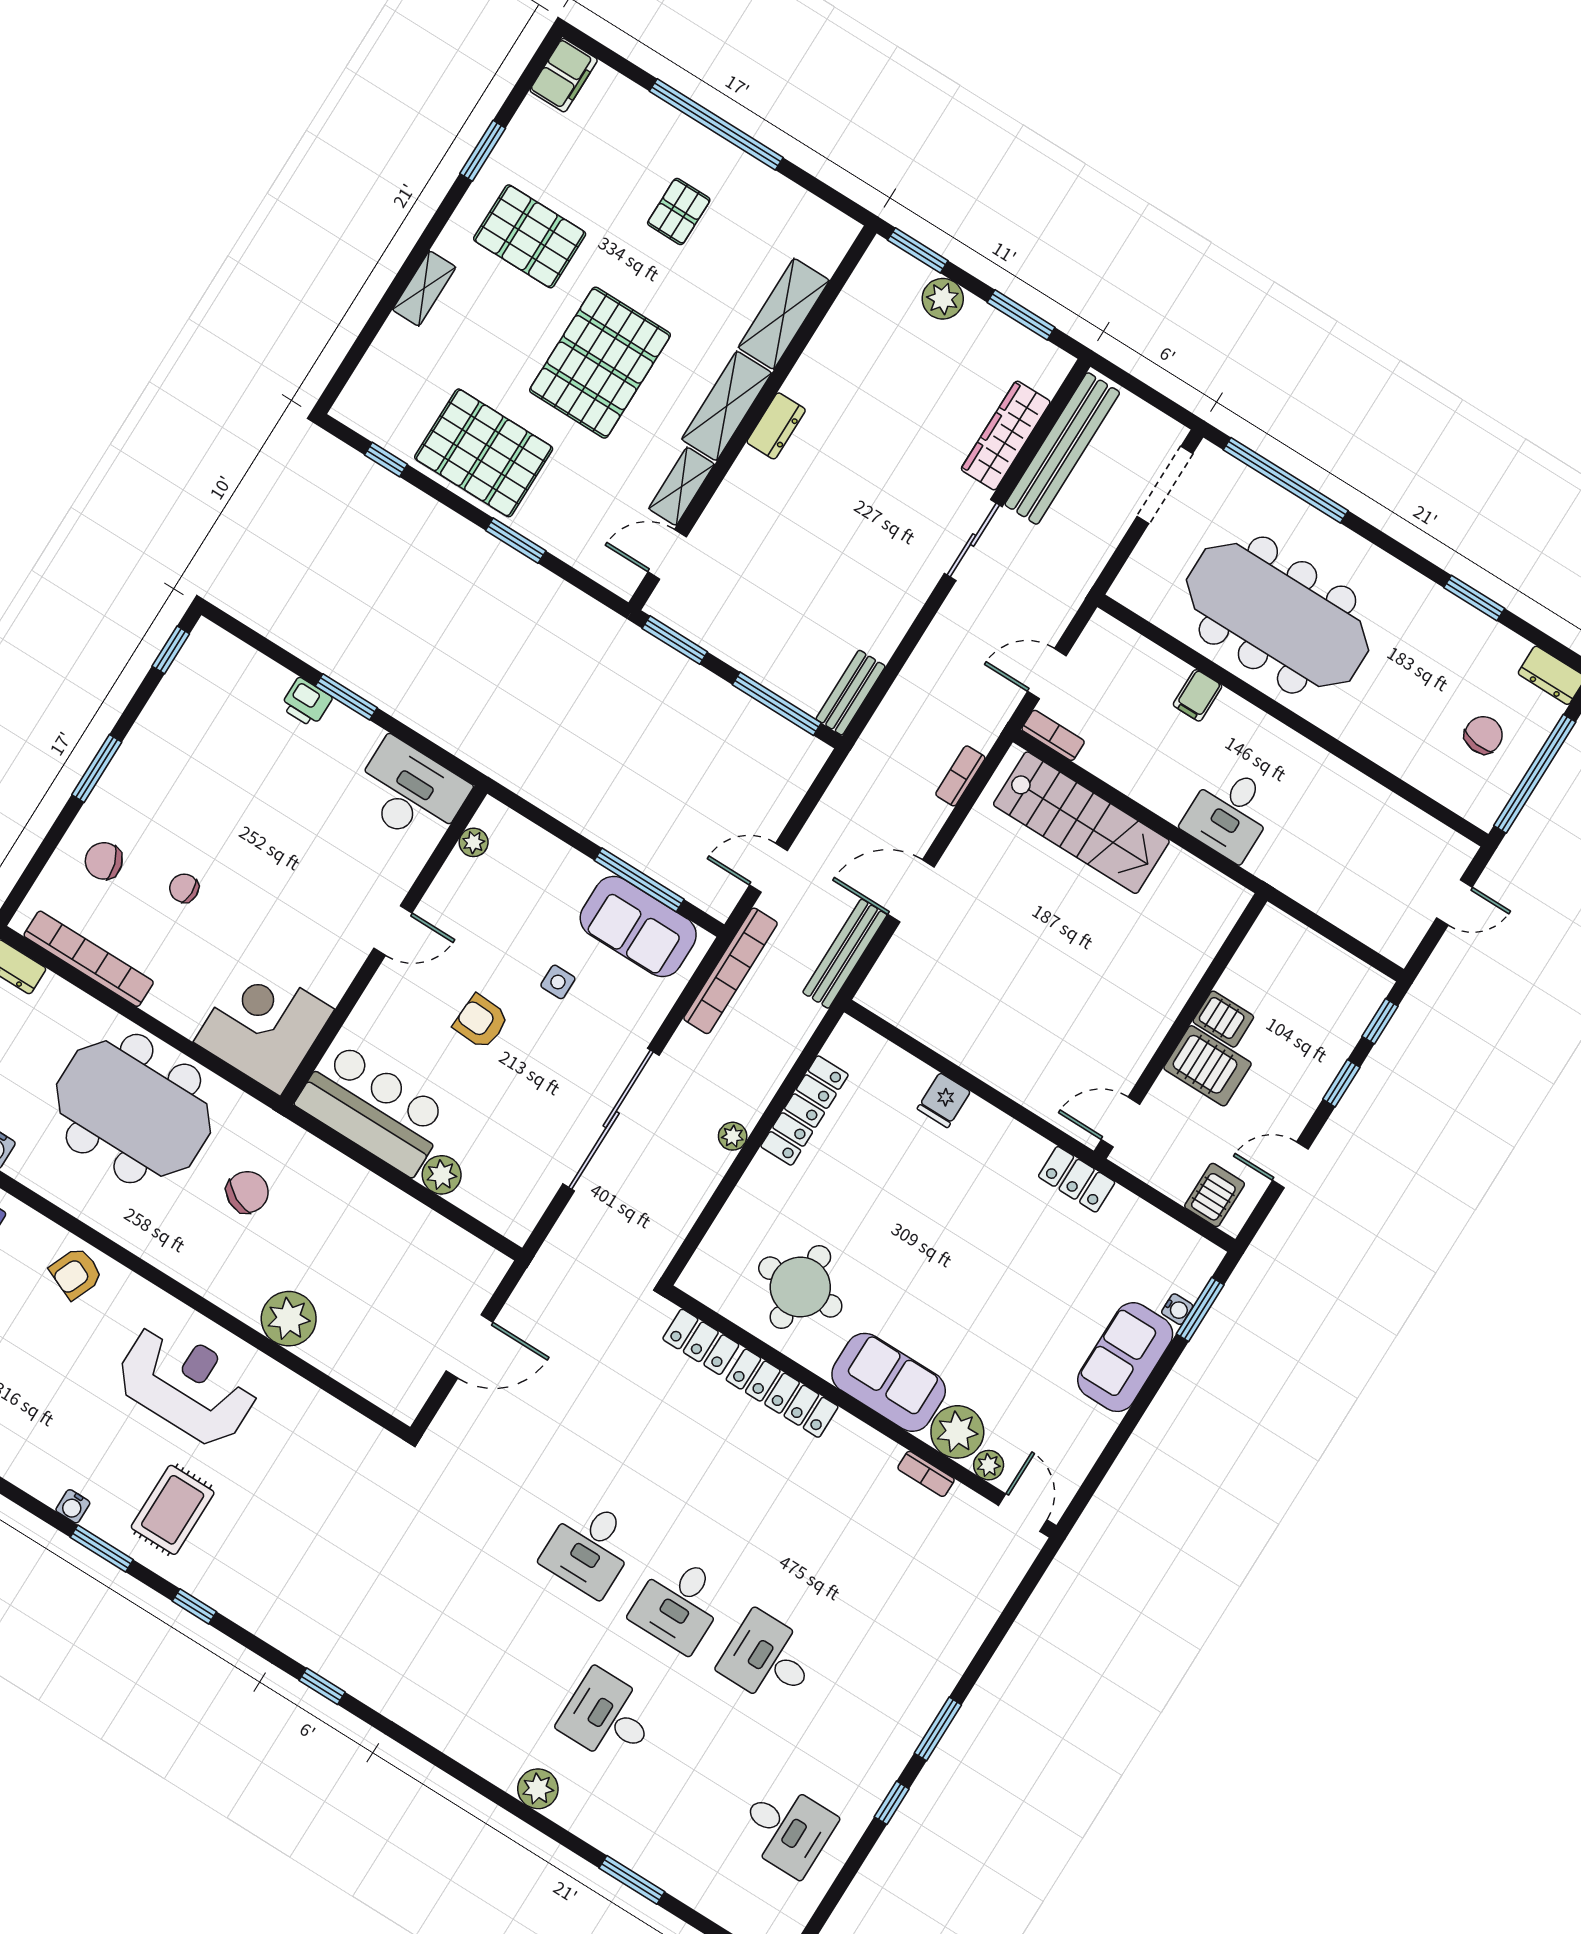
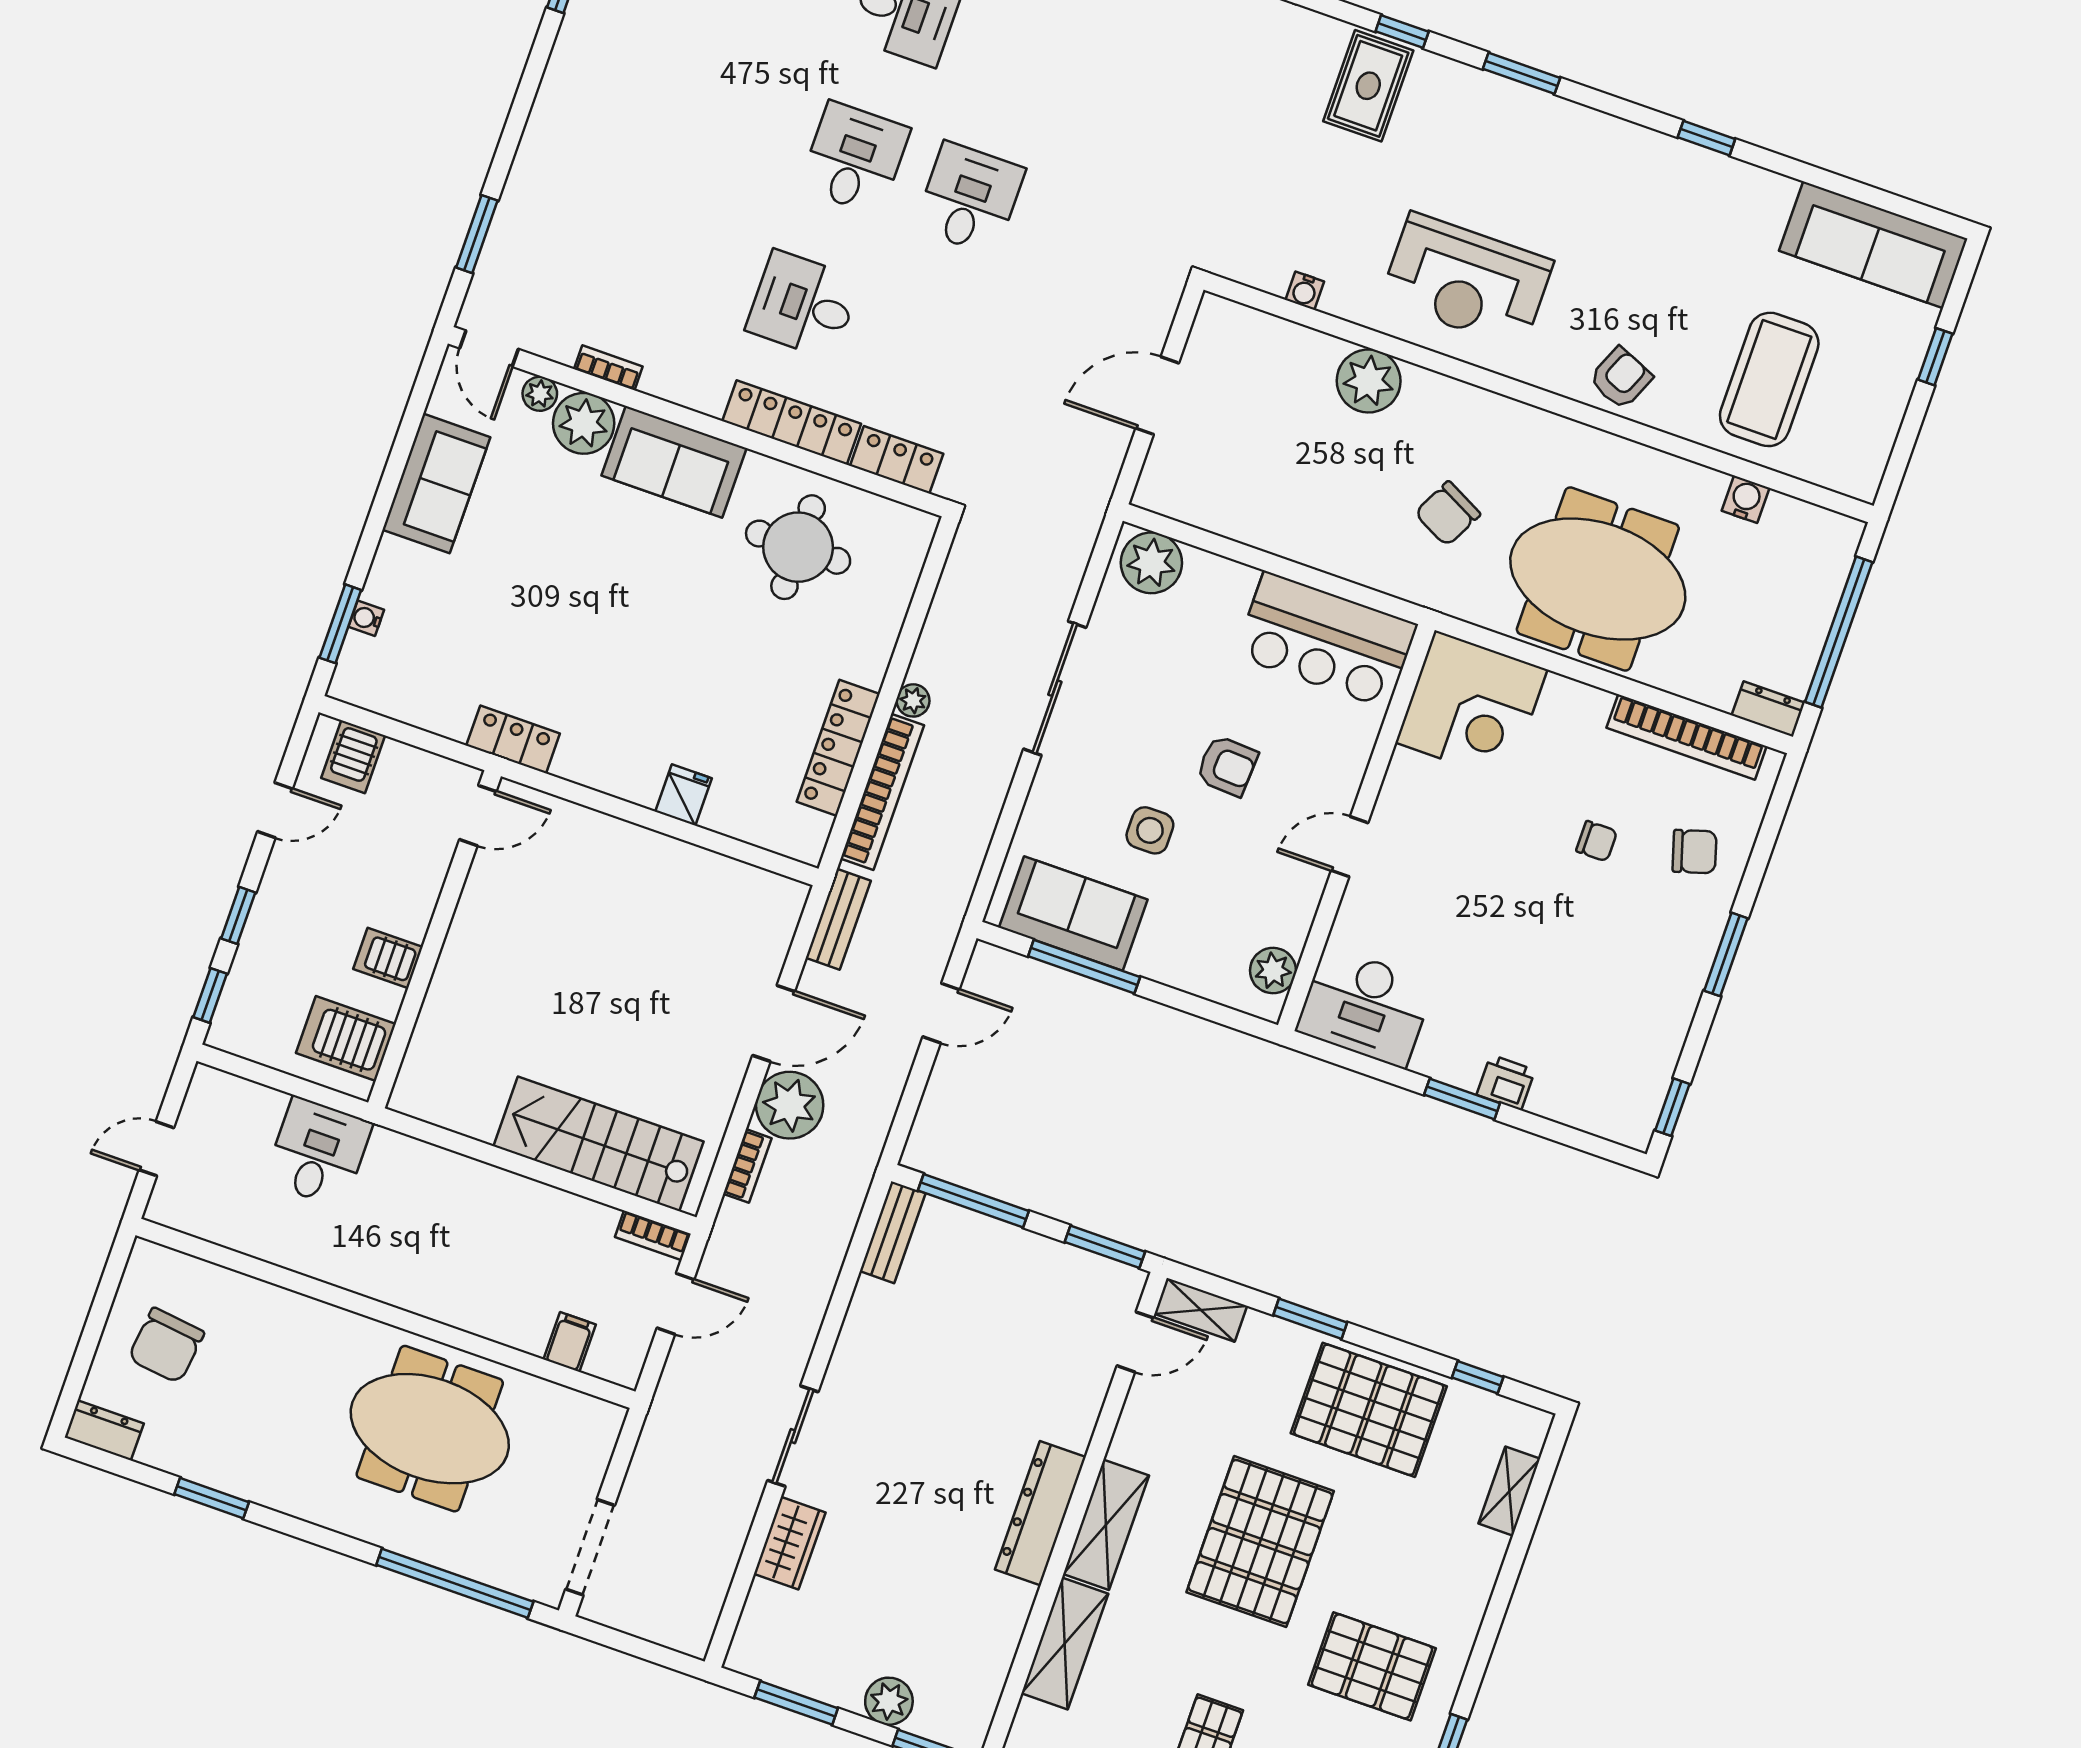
shelving: (424, 288) -> (1509, 1491), moved
dresser: (776, 426) -> (1040, 1513), width x1.96, depth x1.24
wardrobe: (1006, 435) -> (790, 1543), width x0.67
bench: (1062, 448) -> (716, 1562), removed
shelving: (682, 486) -> (1201, 1310), moved, turned 90
meeting table: (1277, 615) -> (430, 1429), width x0.73
filing cabinet: (1198, 695) -> (570, 1342), moved
chair: (1483, 735) -> (166, 1345), width x1.37, depth x1.37
window: (1535, 774) -> (98, 1315), removed
desk: (1230, 813) -> (318, 1152), moved
plant: (913, 819) -> (790, 1105), added
plant: (474, 842) -> (1273, 971), width x1.38, depth x1.38
bench: (845, 954) -> (838, 919), width x0.73
bookcase: (730, 971) -> (882, 792), moved, turned 180
side table: (558, 982) -> (1150, 830), width x1.37, depth x1.37
server rack: (1208, 1066) -> (346, 1039), moved
sliding door: (611, 1120) -> (1055, 688), width x0.73
plant: (442, 1175) -> (1151, 563), moved, width x1.36, depth x1.36
sofa: (1125, 1357) -> (436, 483), moved
water cooler: (73, 1506) -> (1305, 291), moved, turned 180
rug: (173, 1510) -> (1368, 86), moved
desk: (768, 1659) -> (803, 305), moved, turned 180
window: (938, 1729) -> (477, 234), moved

